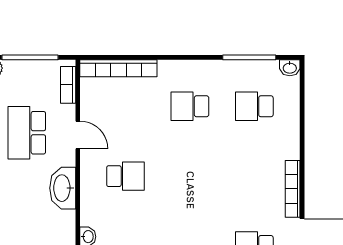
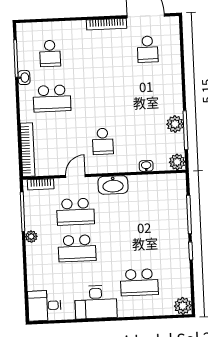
washbasin: (290, 68) -> (24, 78), moved
school desk: (190, 106) -> (52, 98), width x1.85
school desk: (126, 176) -> (103, 141), turned 180

